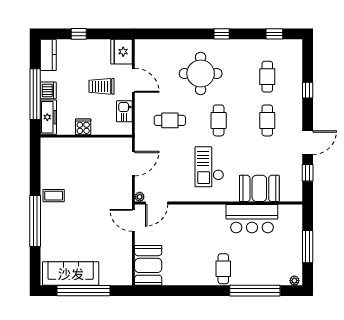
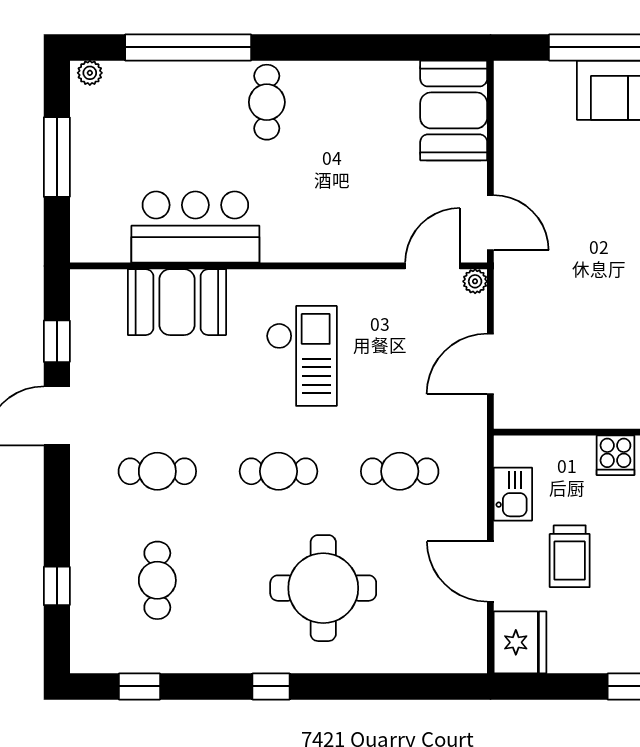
trolley: (102, 86) -> (570, 556), turned 90
window: (308, 90) -> (57, 586), moved
cafe table: (219, 120) -> (279, 471), turned 90
cafe table: (267, 120) -> (157, 471), turned 90

